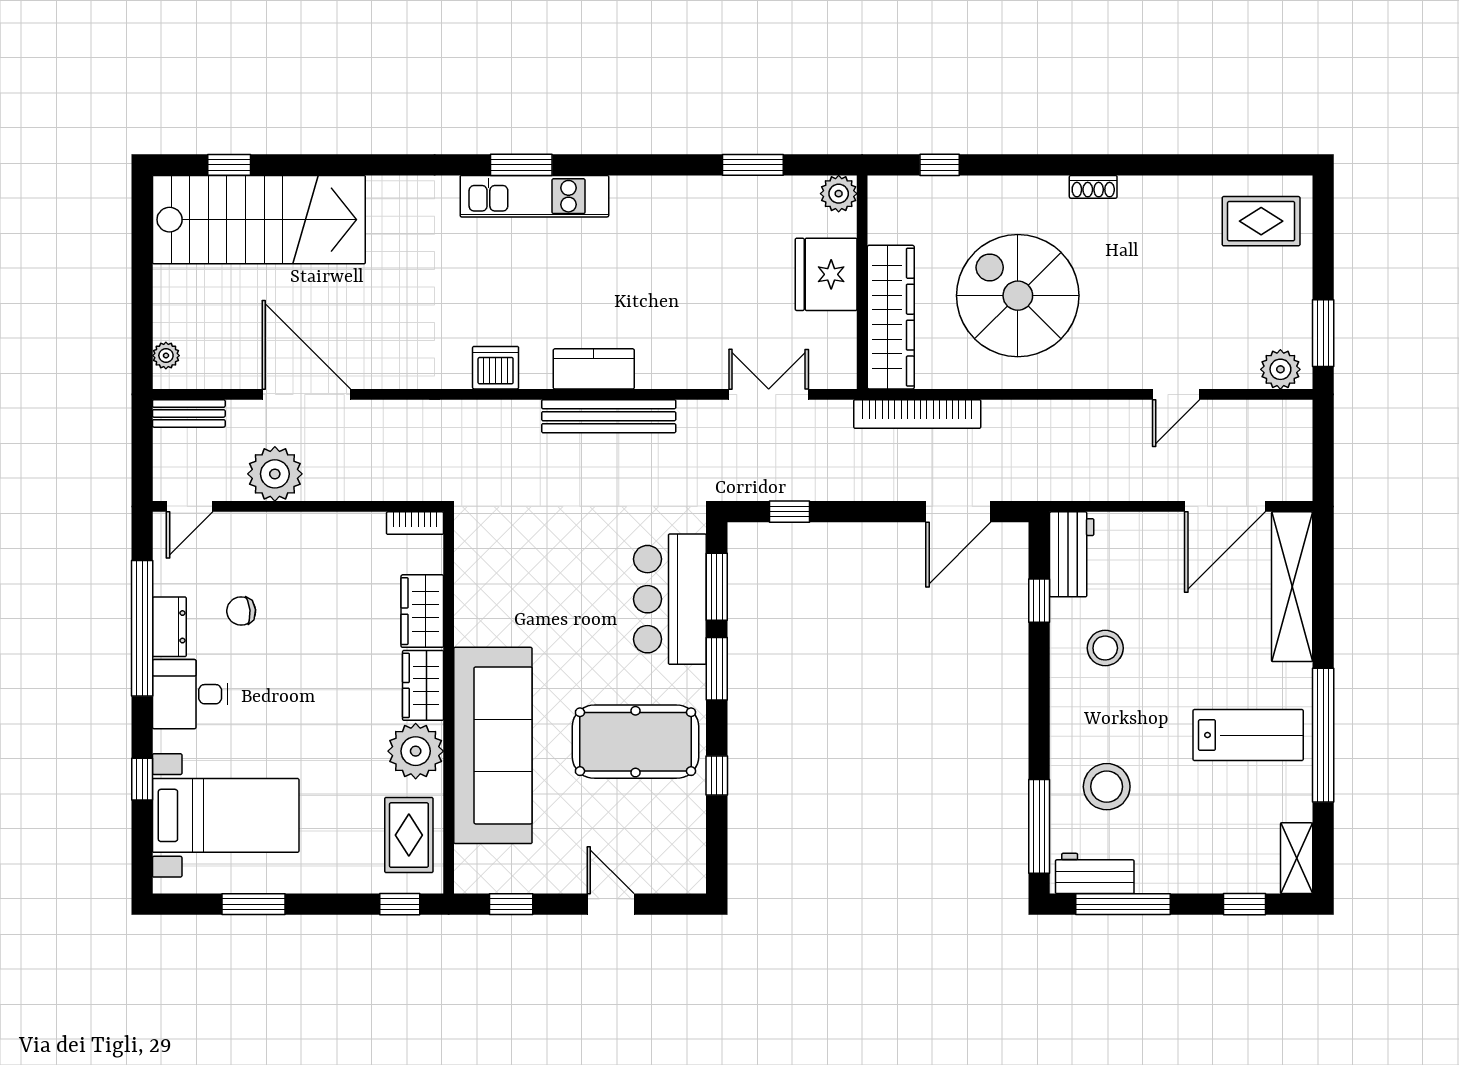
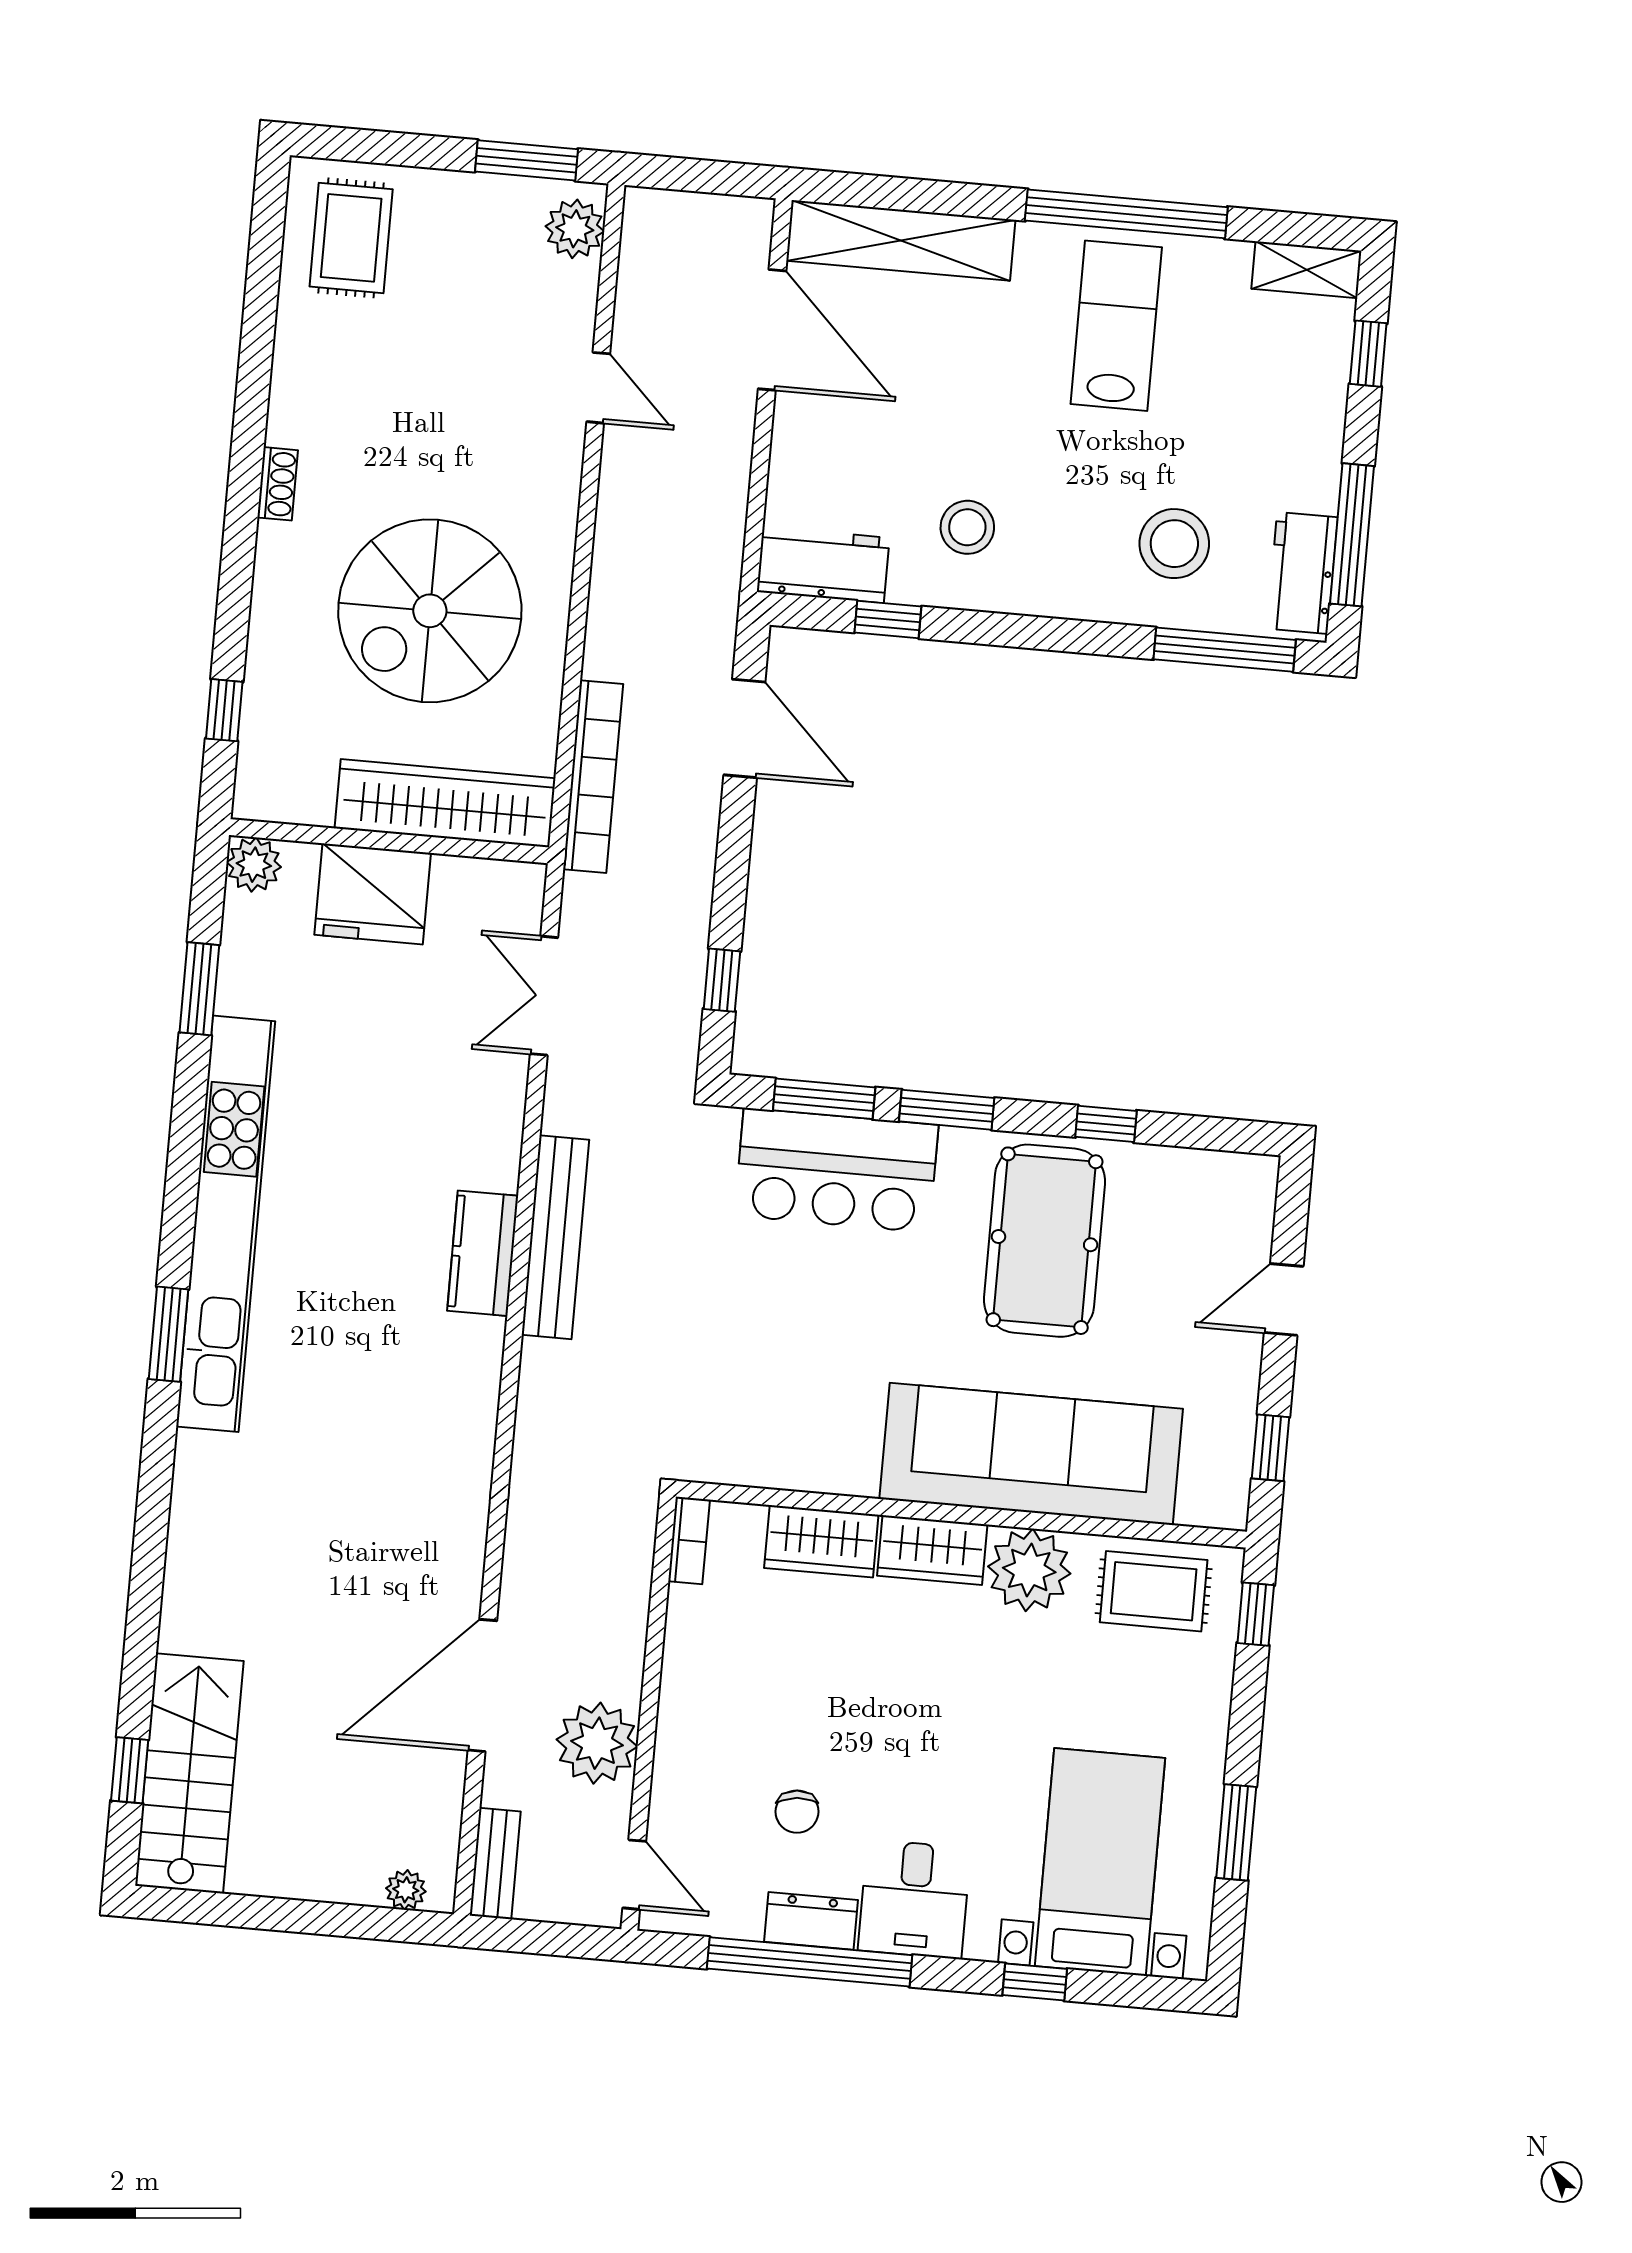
kitchen unit: (534, 196) -> (226, 1224), width x1.86
stairs: (259, 220) -> (189, 1773), width x0.73, depth x0.66
dishwasher: (496, 368) -> (468, 1400), removed

